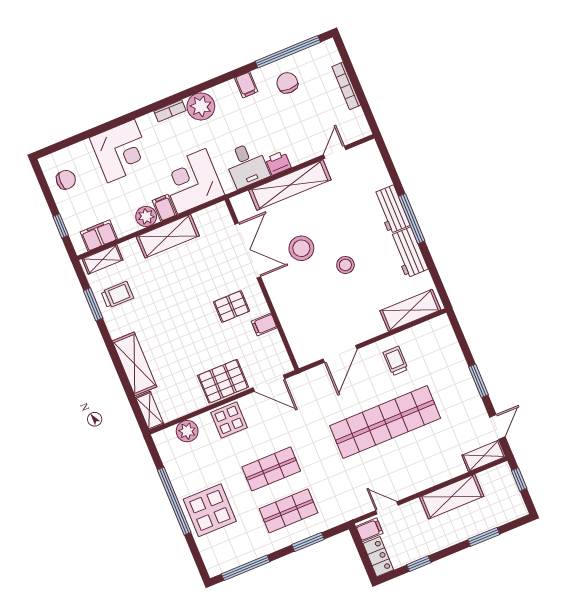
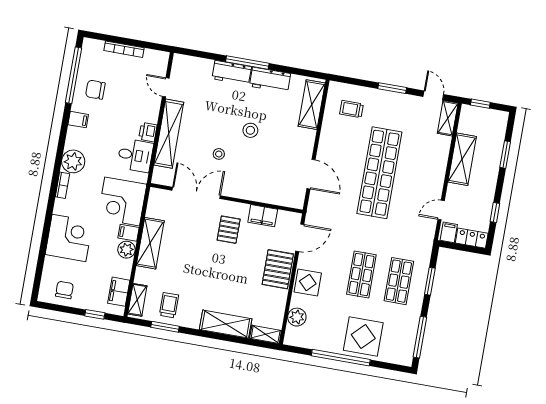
stool: (301, 248) -> (219, 154), width x0.53, depth x0.53
filing cabinet: (264, 324) -> (263, 216), width x2.00
trolley: (396, 361) -> (351, 109), moved

